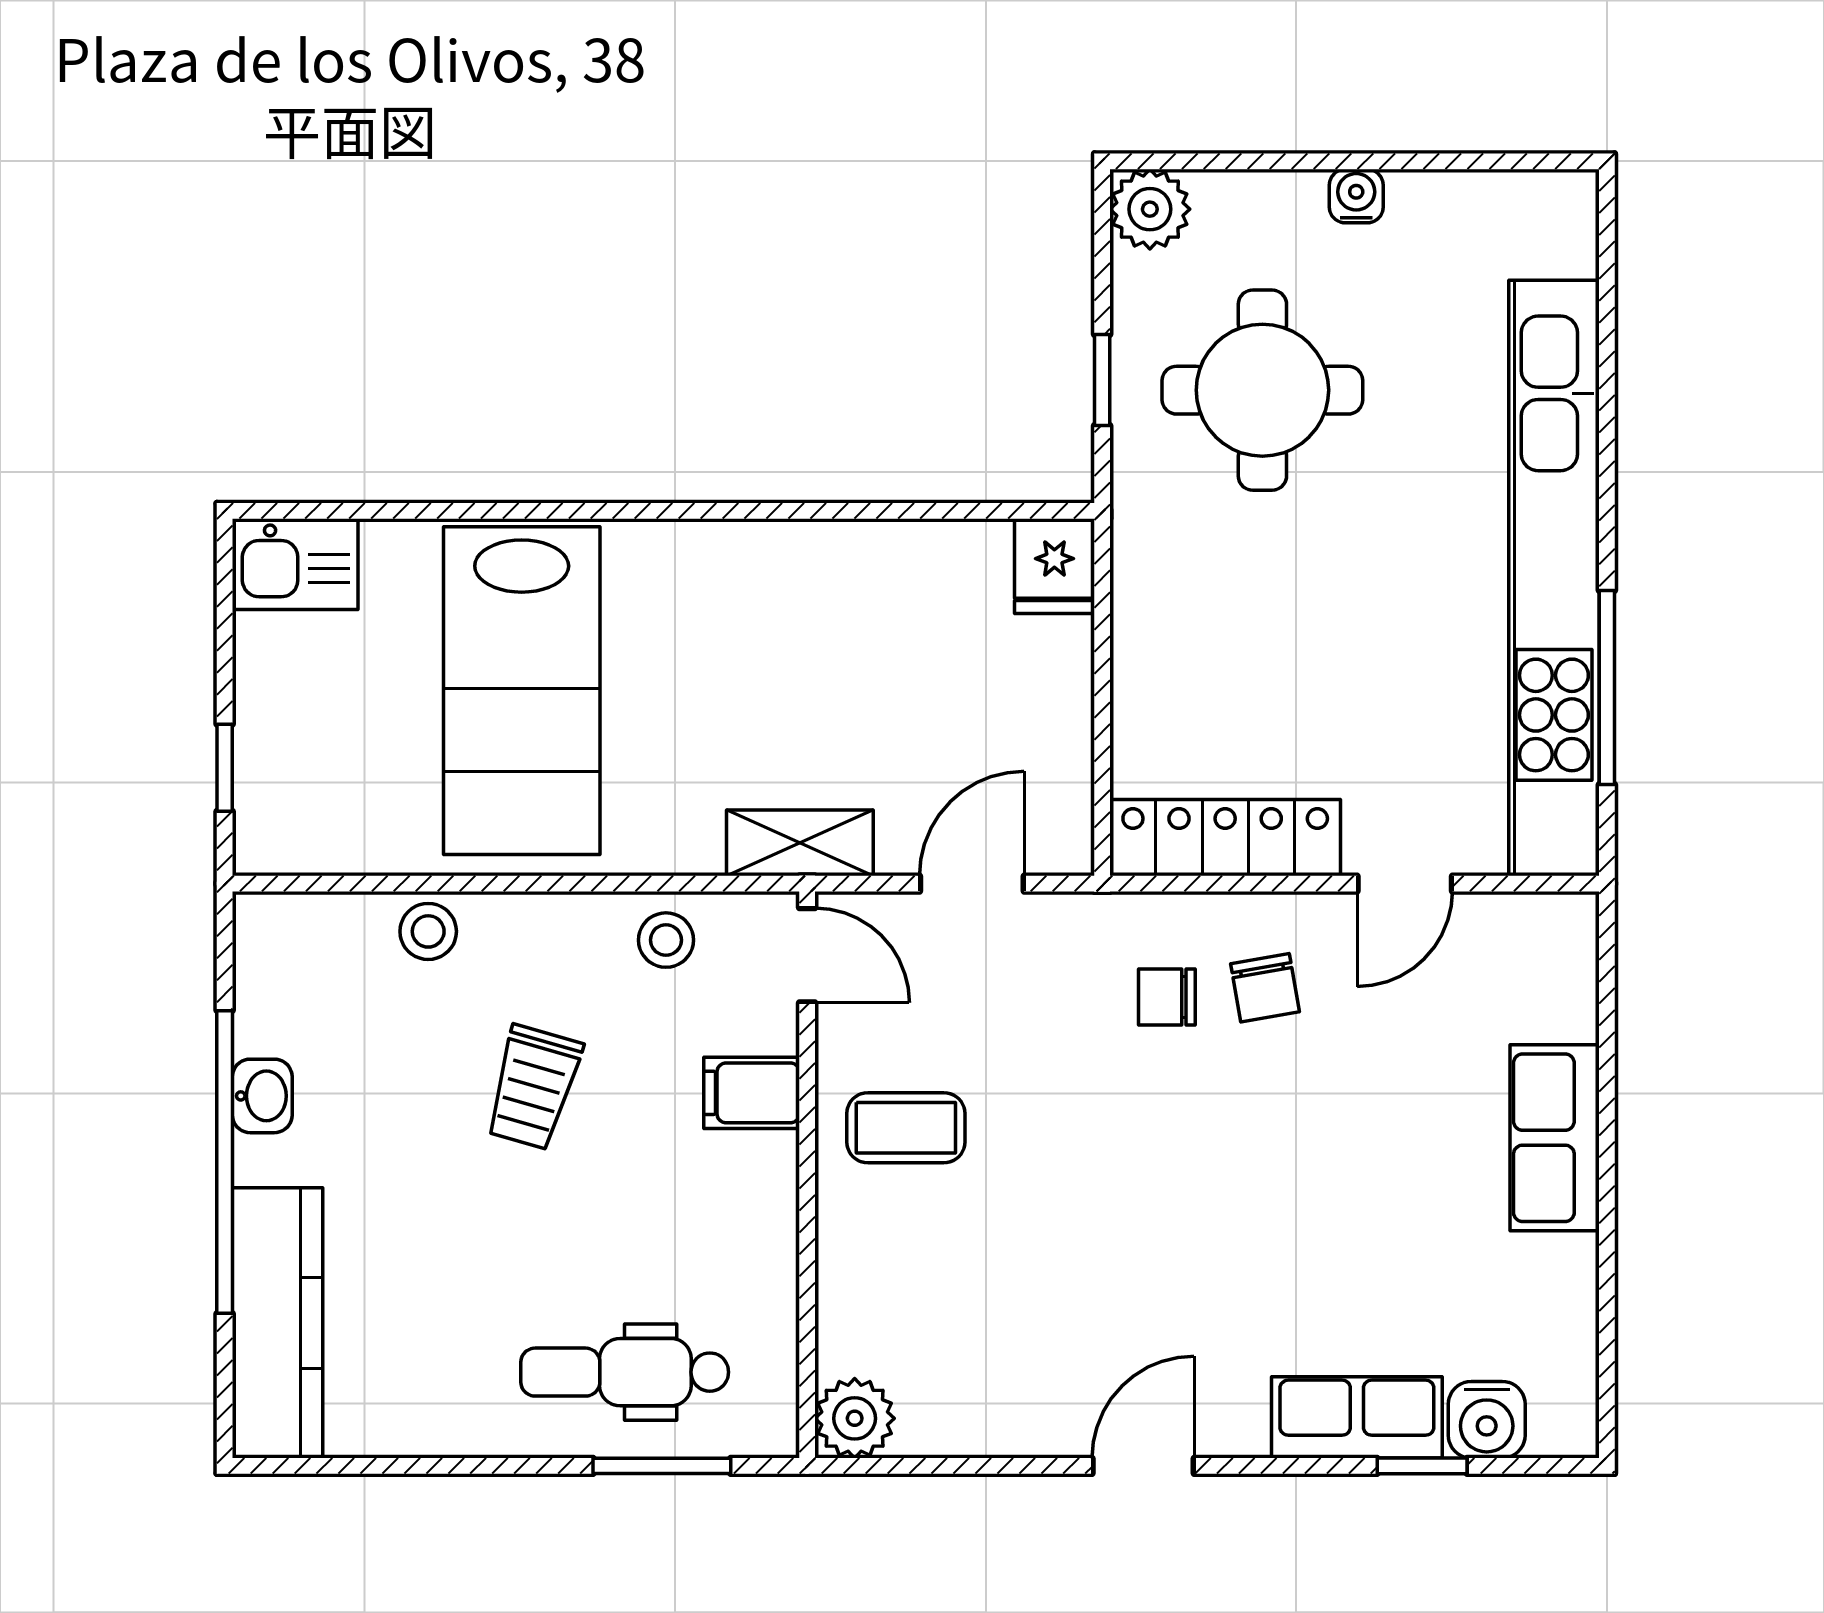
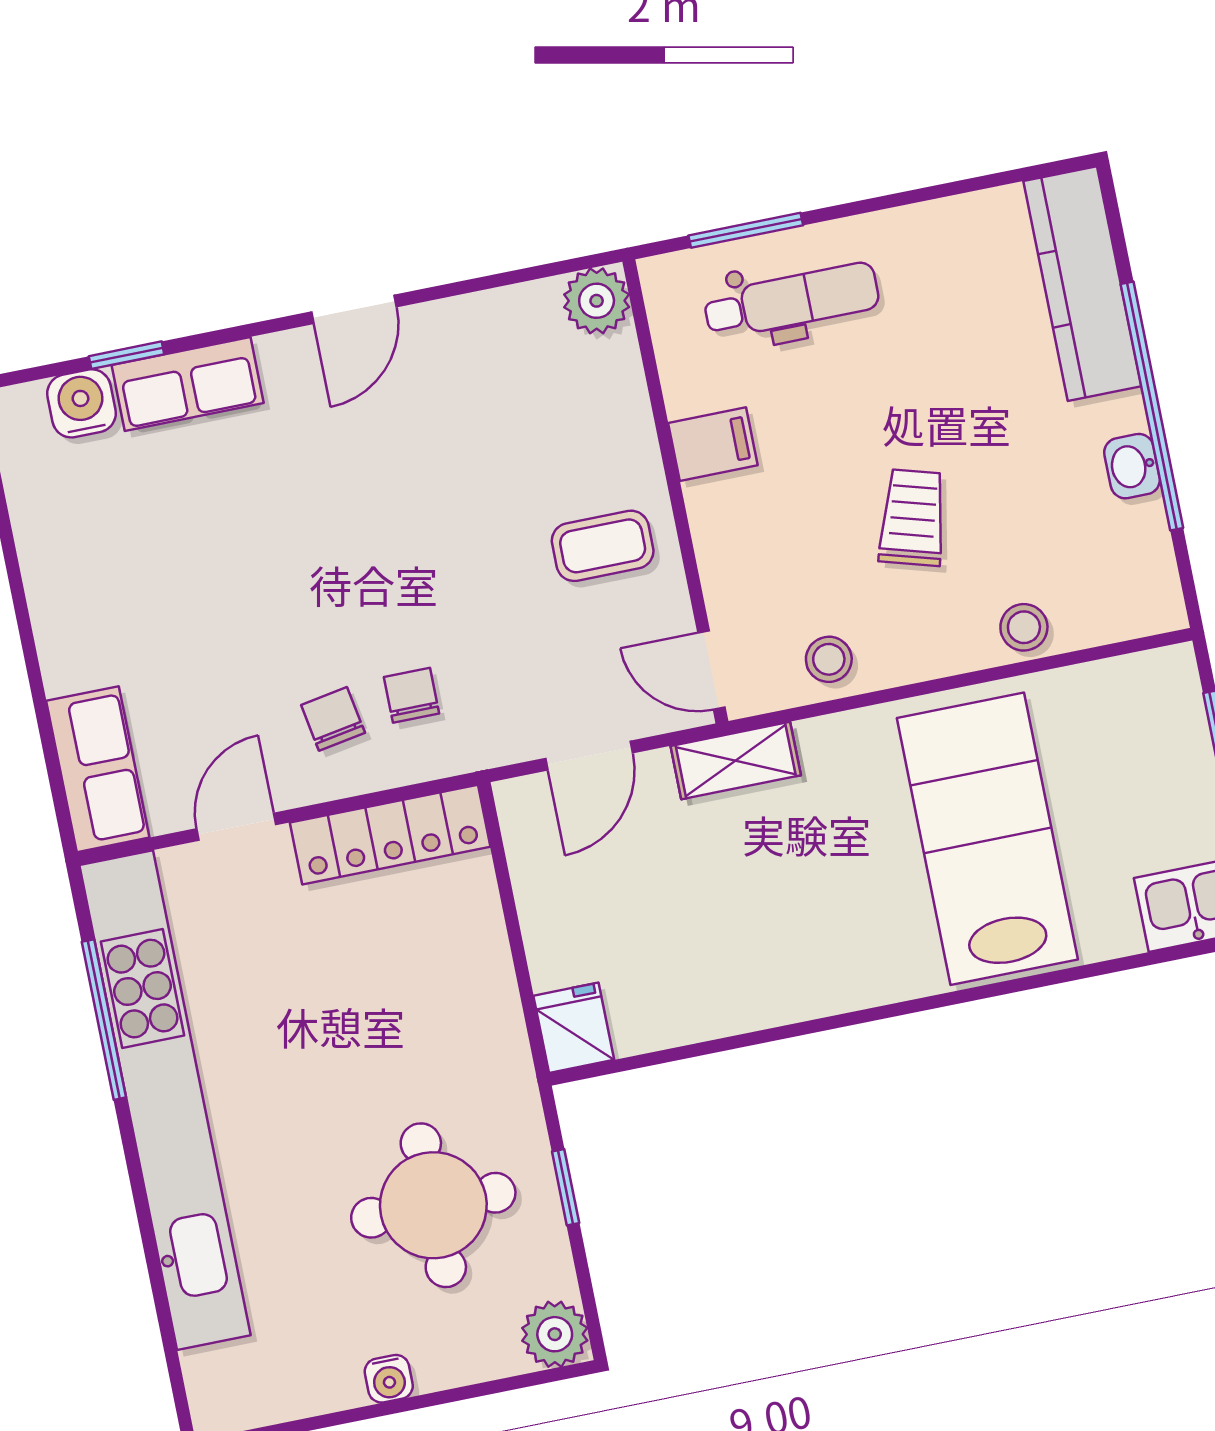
chair: (1167, 997) -> (411, 695), turned -90
filing cabinet: (752, 1093) -> (713, 444), moved
row of seats: (1555, 1138) -> (98, 769), moved

